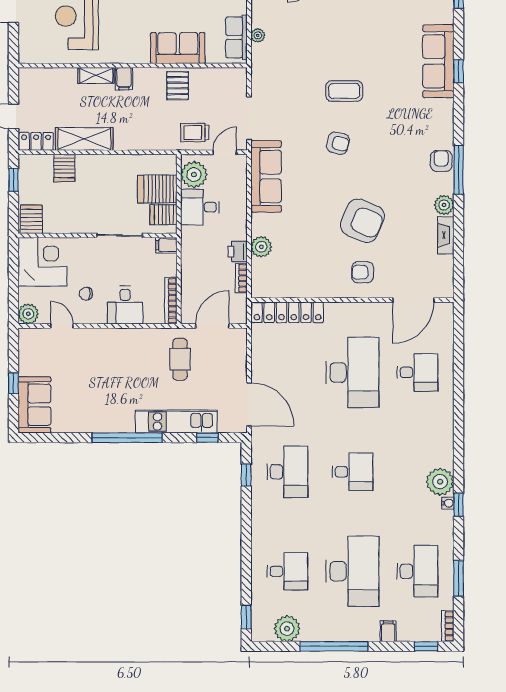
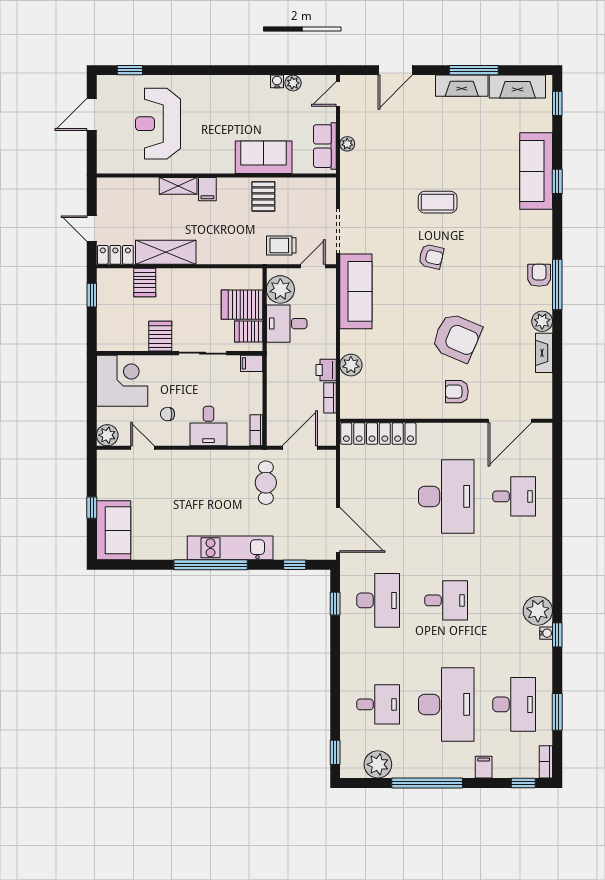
server rack: (31, 219) -> (160, 336), moved
bookcase: (171, 301) -> (256, 430), width x0.64
kitchen unit: (176, 422) -> (230, 548), moved

